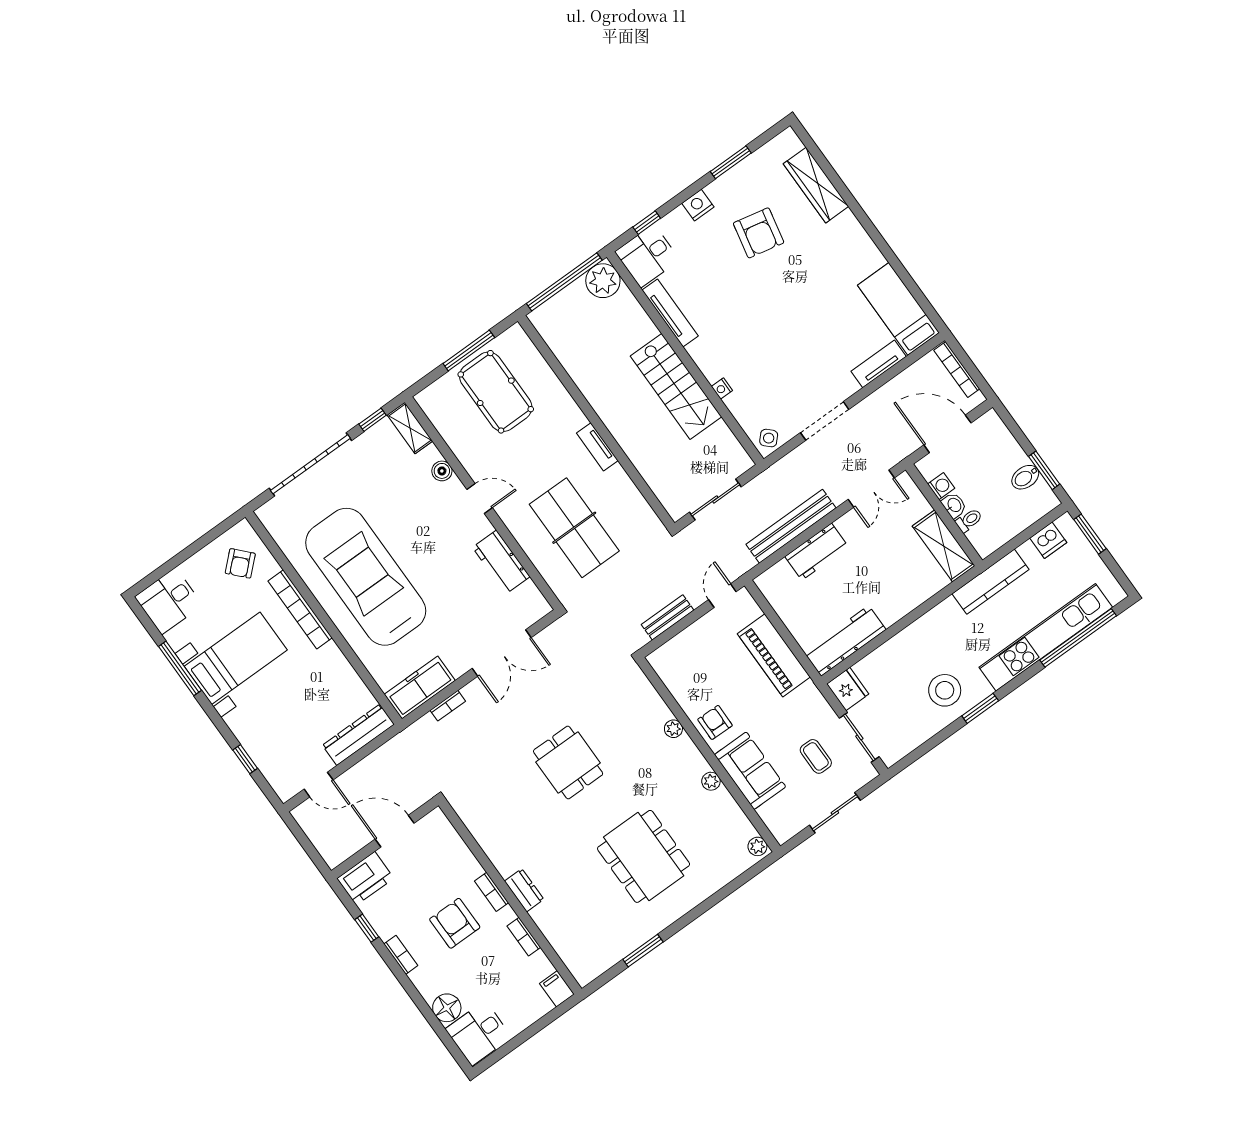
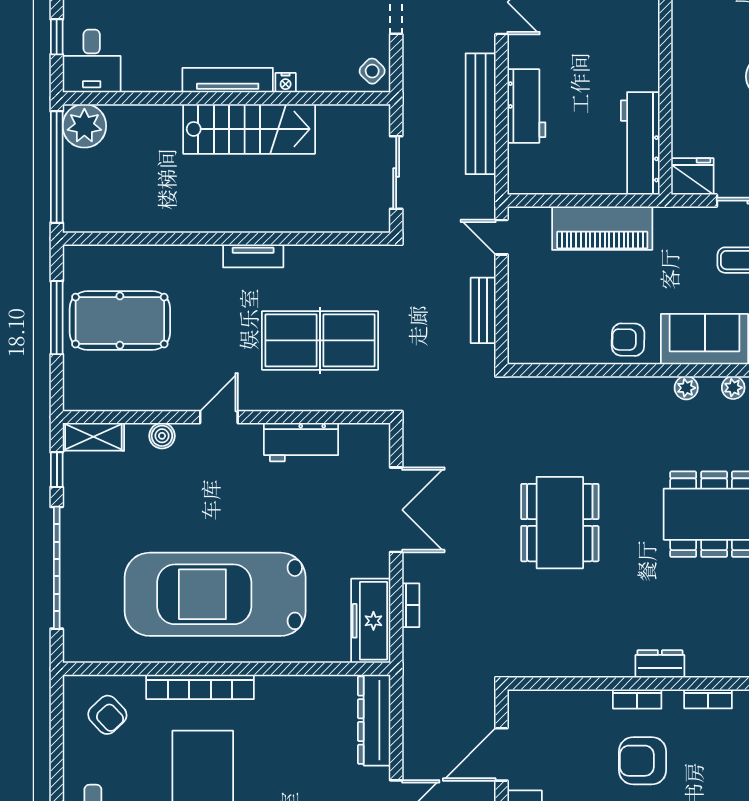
tv unit: (670, 313) -> (228, 80), moved
plant: (673, 729) -> (733, 388), moved
dining table: (568, 762) -> (560, 523), width x1.38

